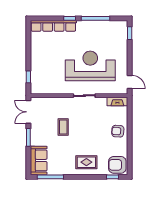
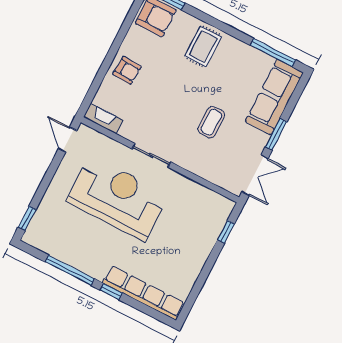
reception desk: (90, 66) -> (117, 198), turned 180
sofa: (39, 160) -> (274, 97), width x1.36
rug: (86, 162) -> (203, 46), turned 90

